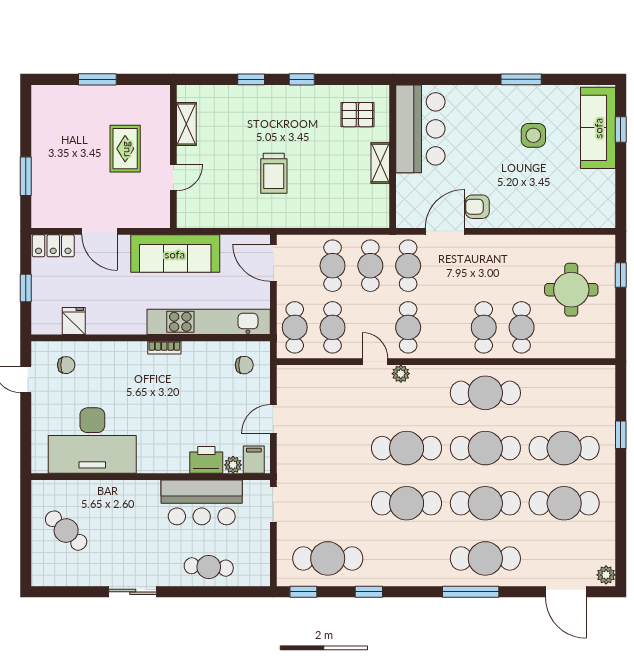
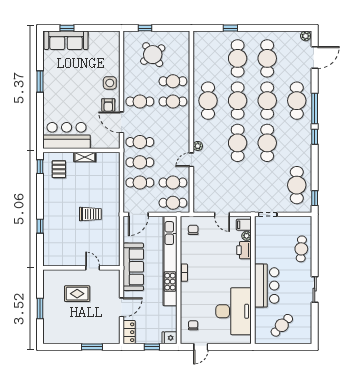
window: (302, 79) -> (40, 167), moved
shelving: (186, 124) -> (64, 261), removed
side table: (533, 135) -> (110, 83), moved
round table: (571, 290) -> (153, 55), turned -37
fridge: (74, 321) -> (169, 338), moved
kitchen unit: (209, 322) -> (170, 261), width x1.36
cafe table: (408, 327) -> (140, 101), moved
bar counter: (202, 502) -> (267, 286), moved
window: (369, 592) -> (315, 137), moved

